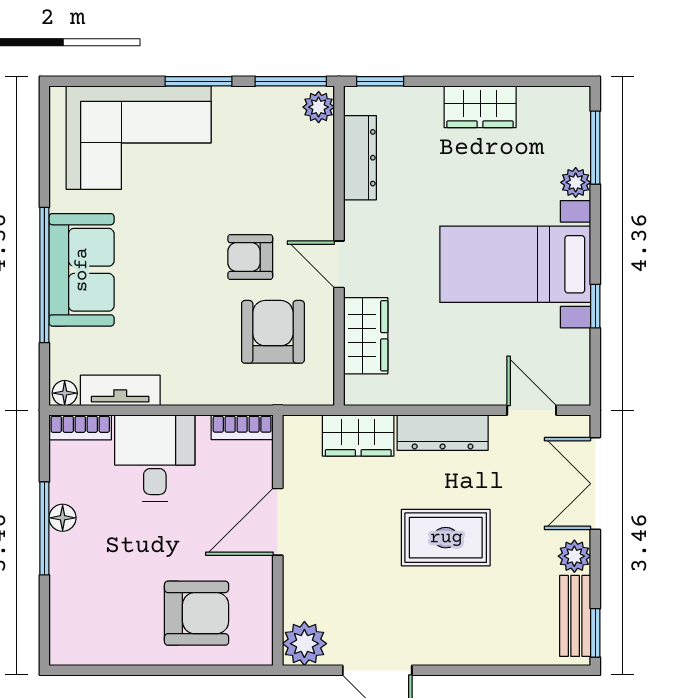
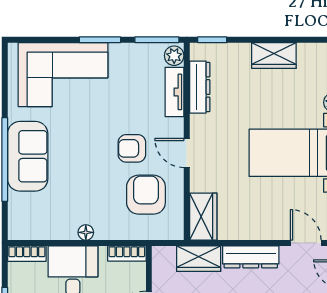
wardrobe: (366, 336) -> (203, 217), moved
tv unit: (120, 390) -> (174, 92), moved, turned -90
floor lamp: (65, 393) -> (86, 232), moved

